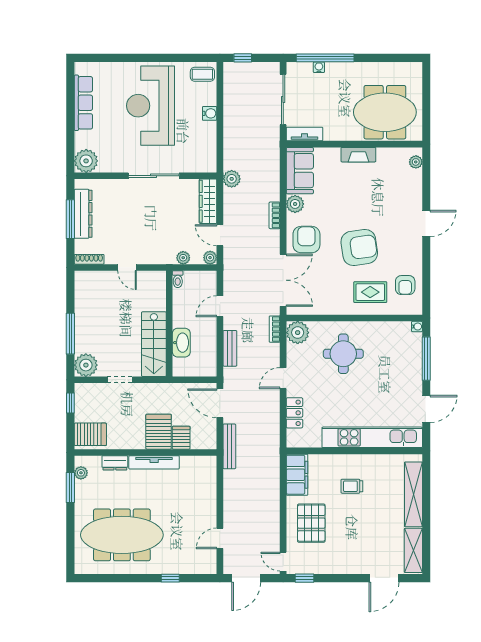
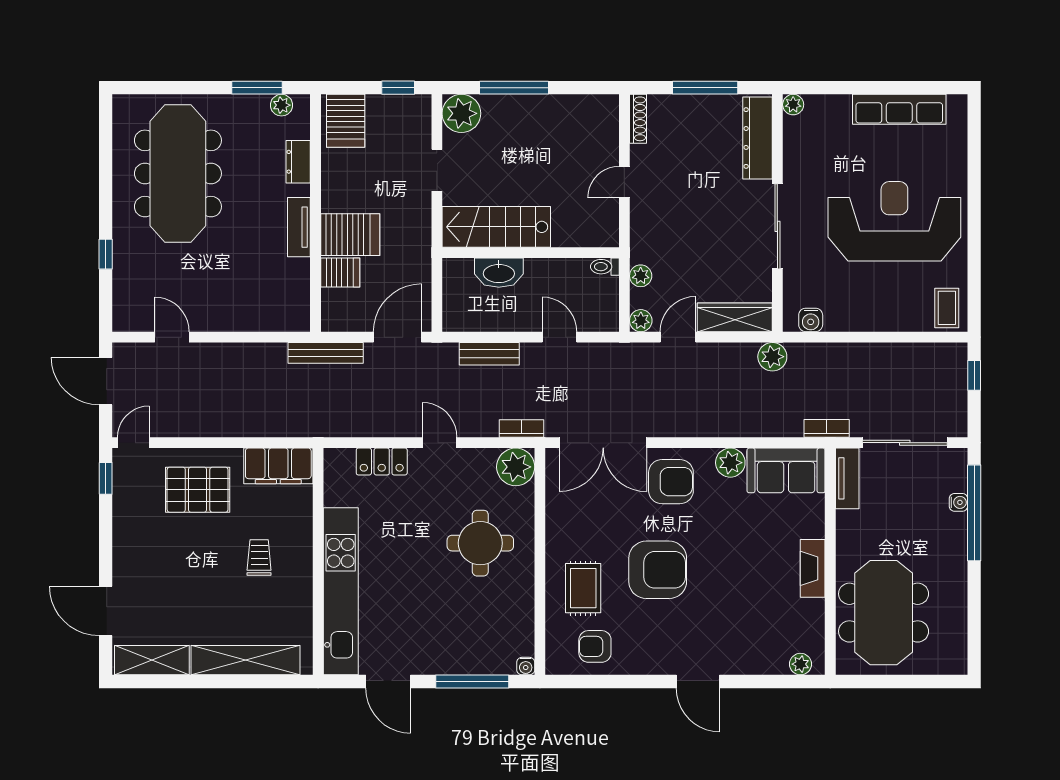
water cooler: (210, 113) -> (811, 320), moved
plant: (86, 161) -> (793, 105), width x0.53, depth x0.53
dresser: (83, 214) -> (758, 138), moved, turned 90
bookcase: (275, 215) -> (827, 428), moved
armchair: (359, 247) -> (658, 570), turned -82
tv unit: (154, 462) -> (299, 227), width x0.71

